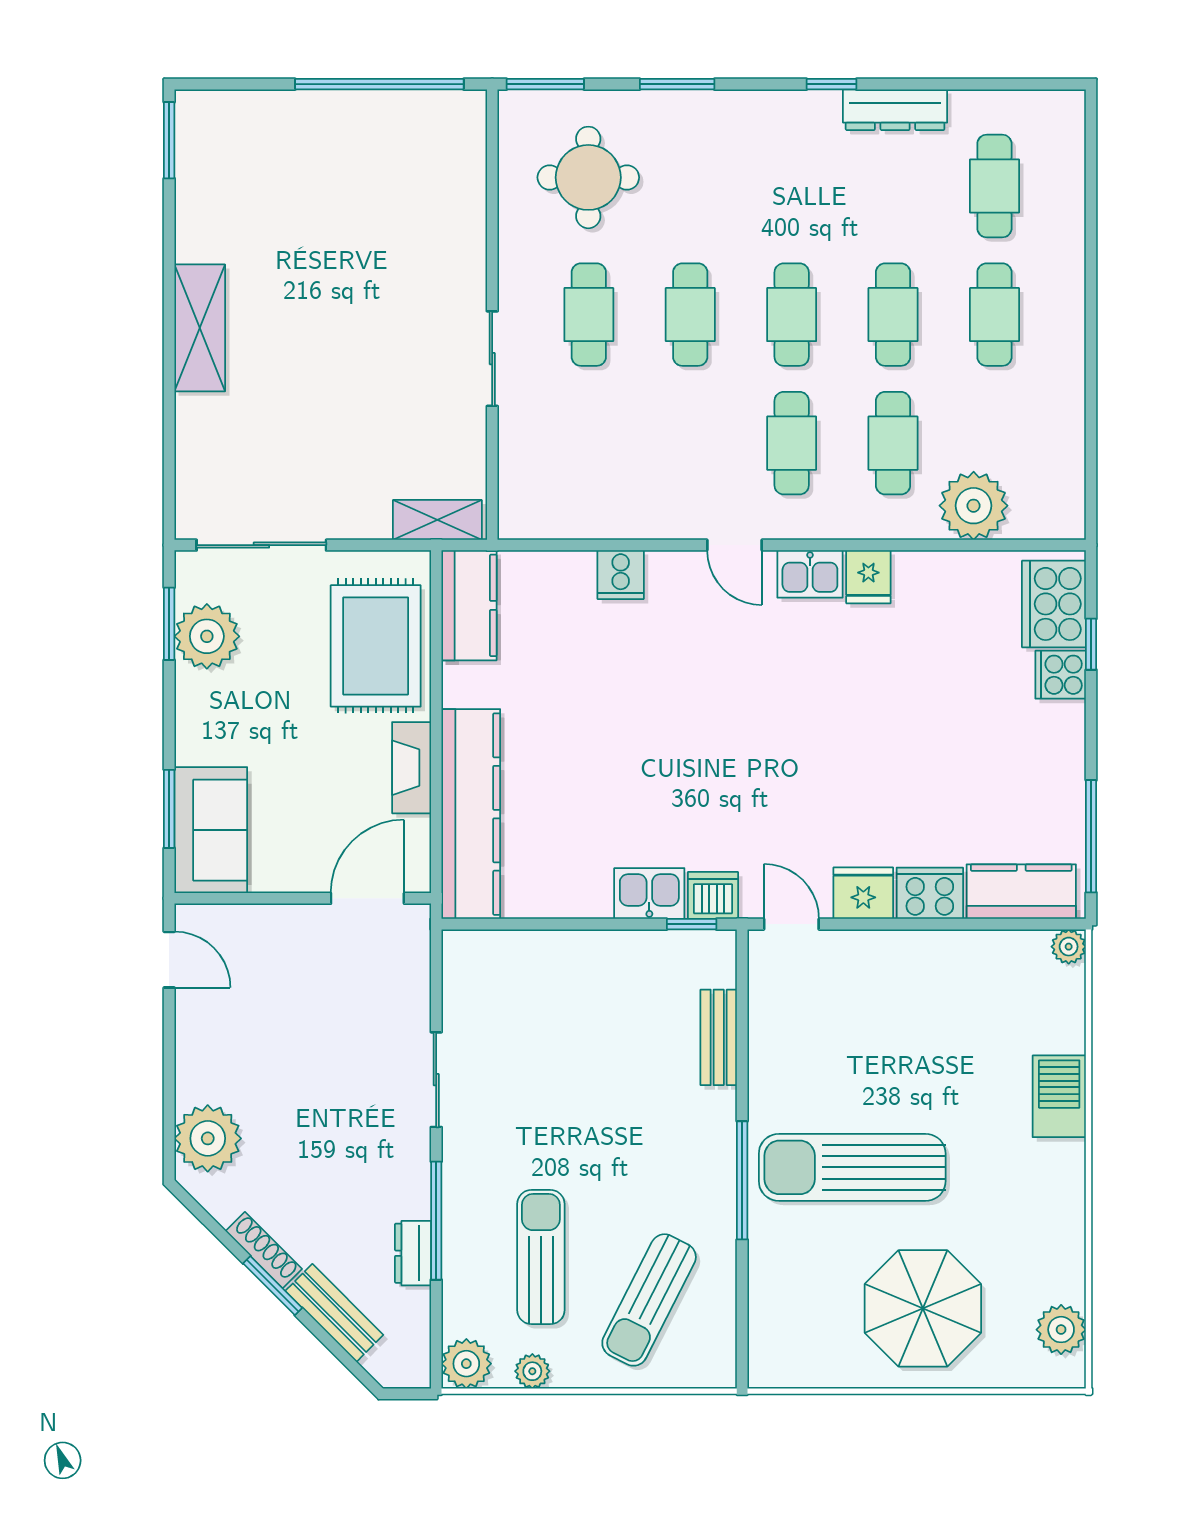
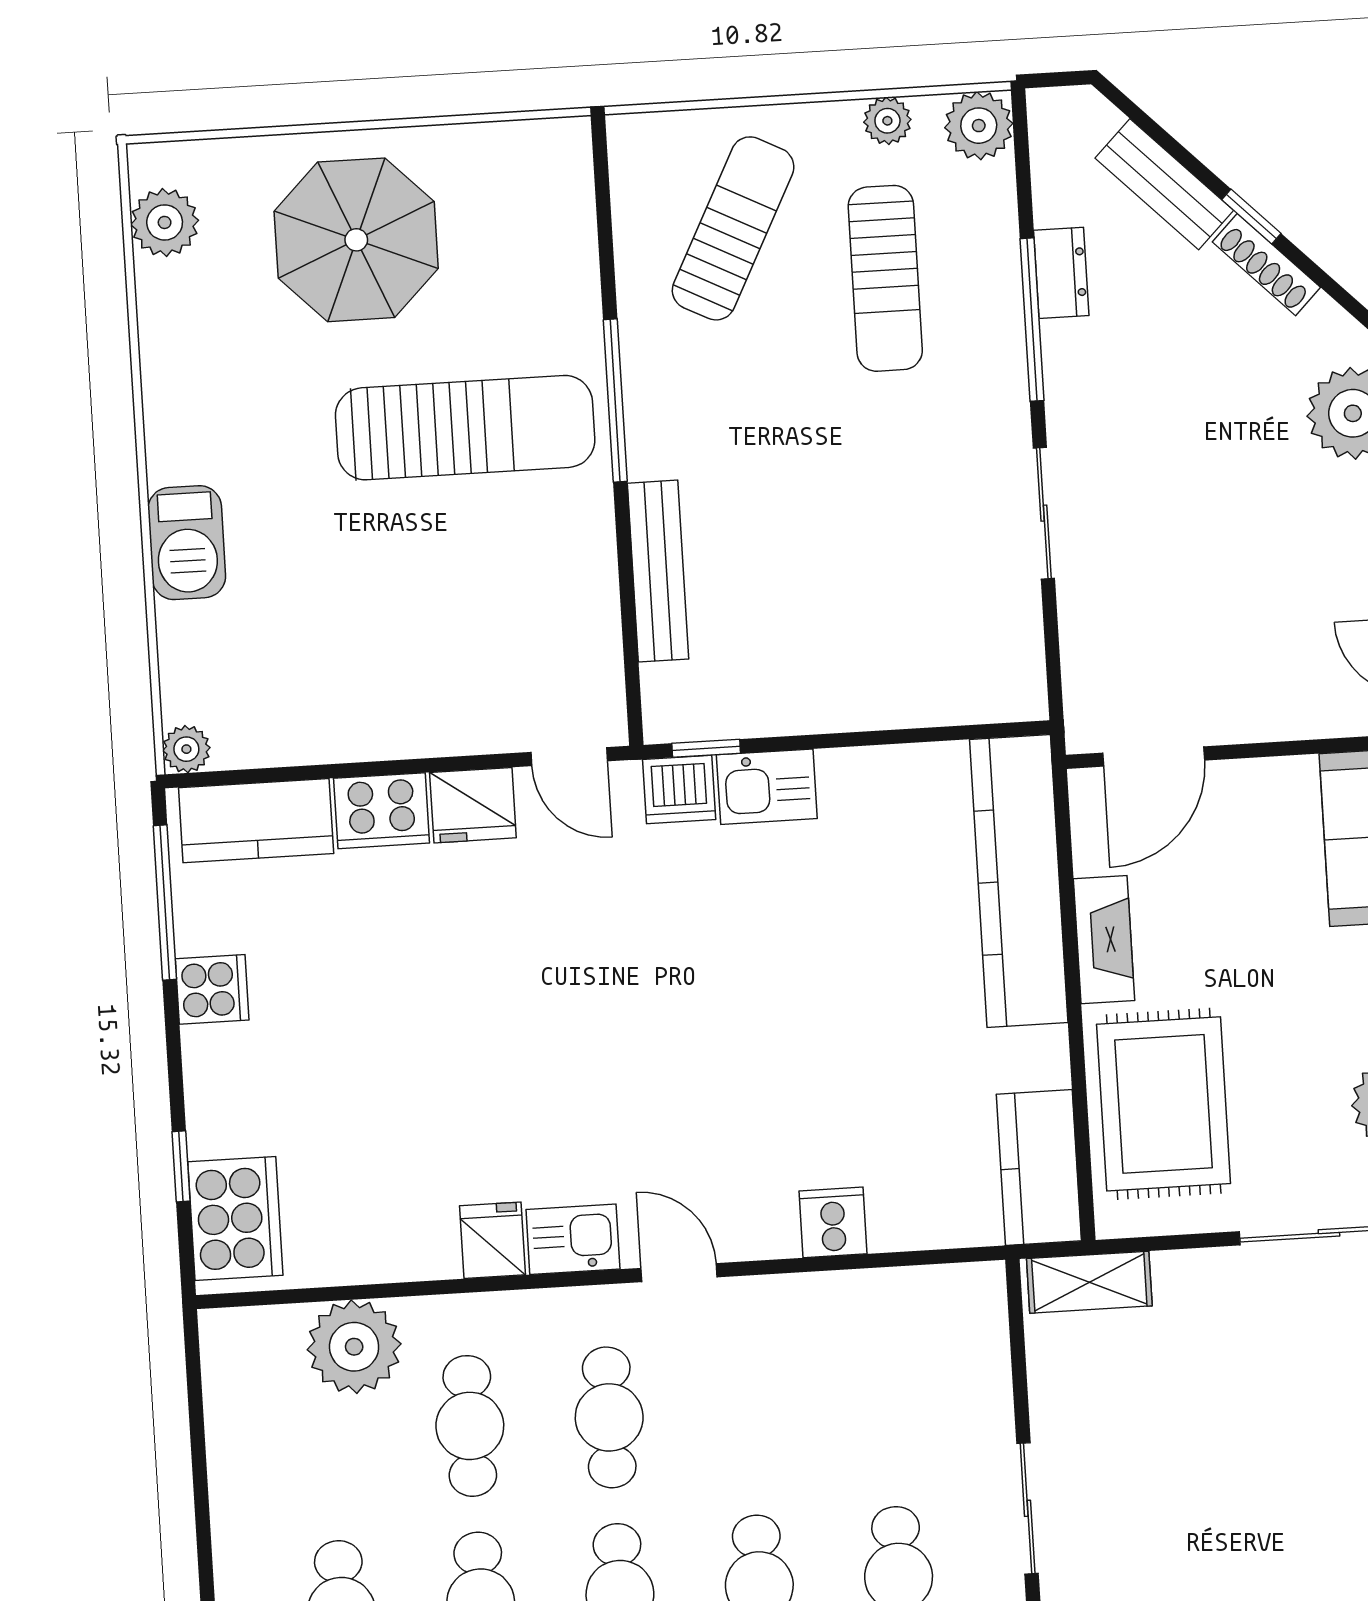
cooker: (1061, 675) -> (212, 989), moved
bench: (719, 1037) -> (658, 571), width x1.36
window: (273, 1286) -> (1251, 217), width x0.67

